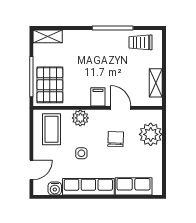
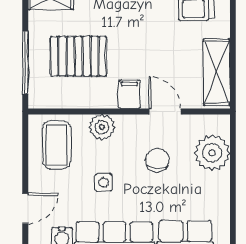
shelving: (156, 83) -> (217, 72), width x1.50, depth x1.33
pallet: (50, 85) -> (79, 56), moved, turned 90

